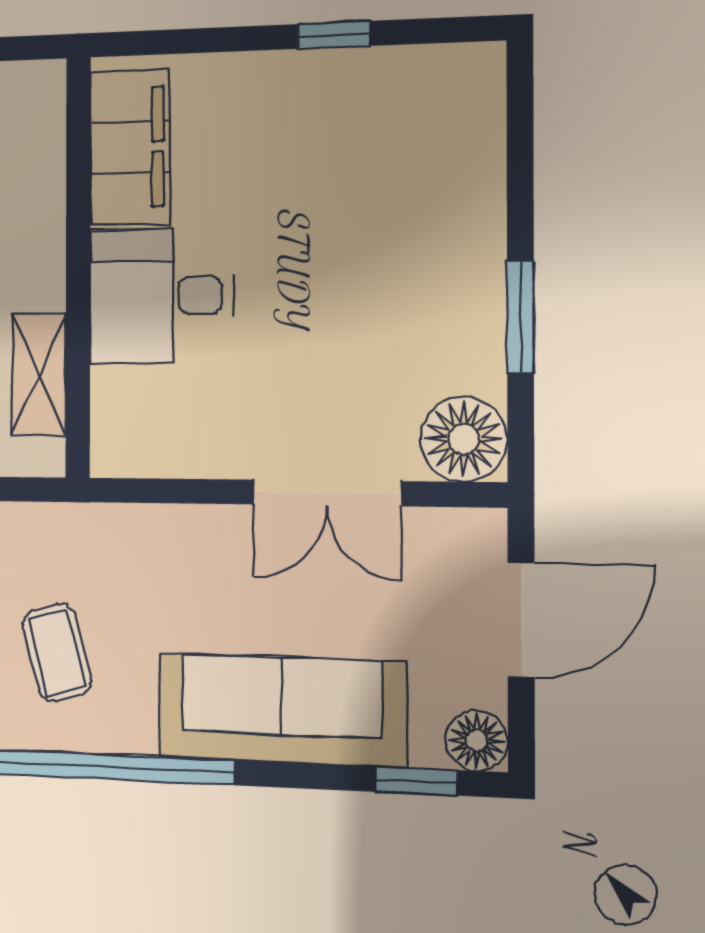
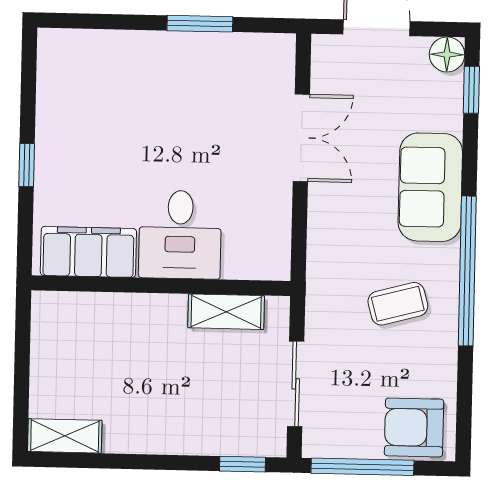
window: (334, 35) -> (27, 165), moved
floor lamp: (464, 439) -> (271, 58), removed
sofa: (281, 710) -> (430, 187), width x0.73

